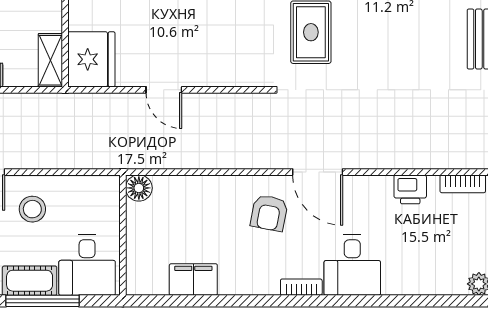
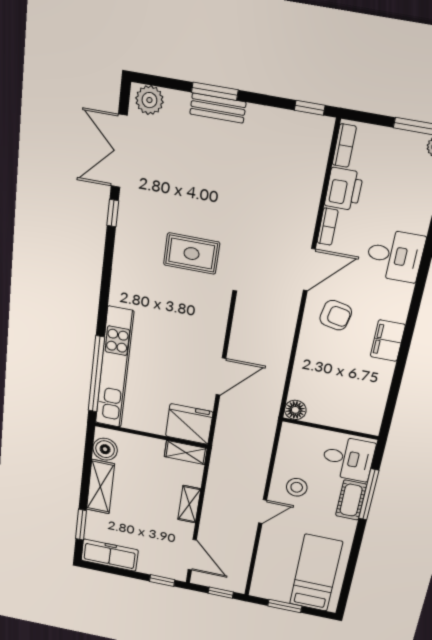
door: (164, 90) -> (221, 377), width x1.38
printer: (410, 189) -> (344, 189), width x1.36, depth x1.24
filing cabinet: (193, 279) -> (388, 341), moved
bookcase: (301, 287) -> (328, 227), moved, turned 180

